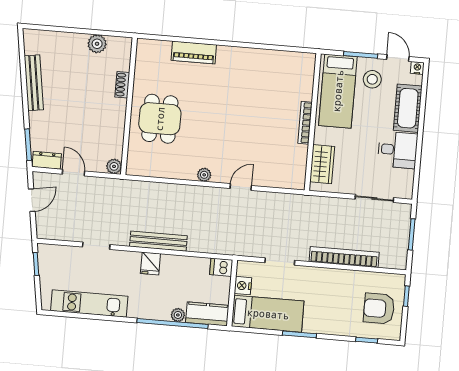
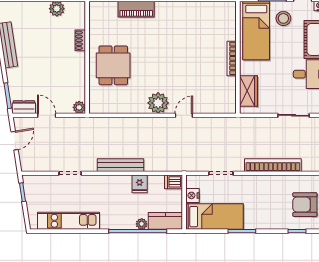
plant: (204, 175) -> (158, 103), width x1.88, depth x1.88
fridge: (150, 263) -> (140, 184), moved

